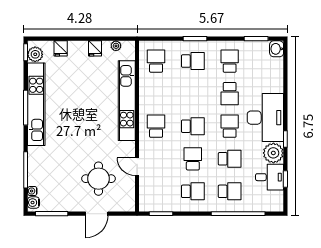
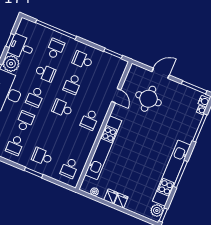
fridge: (61, 48) -> (121, 201), moved
school desk: (230, 159) -> (45, 73), turned 180
school desk: (230, 191) -> (55, 49), turned 90

